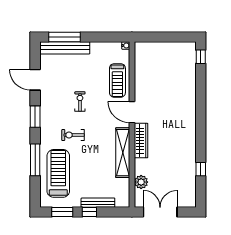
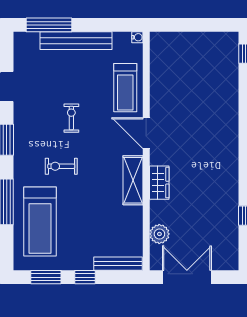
bench: (65, 48) -> (76, 41), moved
wardrobe: (141, 141) -> (159, 183), width x0.67
shelving: (123, 153) -> (133, 180), width x0.68
treadmill: (58, 173) -> (40, 222), turned 180
bench: (98, 203) -> (118, 264), moved

